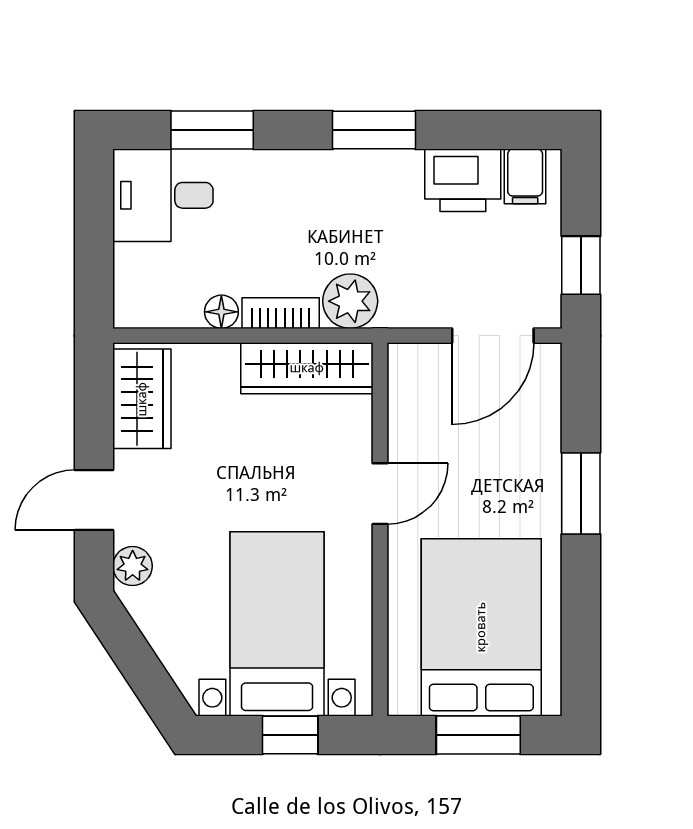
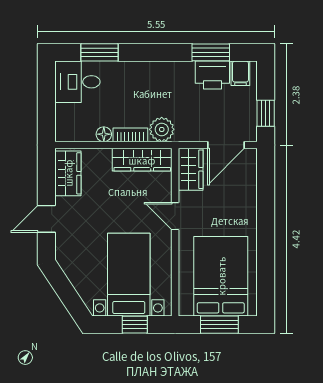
window: (374, 130) -> (211, 52), moved
wardrobe: (414, 390) -> (191, 169), added
door: (380, 494) -> (175, 216), swing flipped
window: (581, 494) -> (266, 216), removed
plant: (133, 566) -> (64, 249), removed

